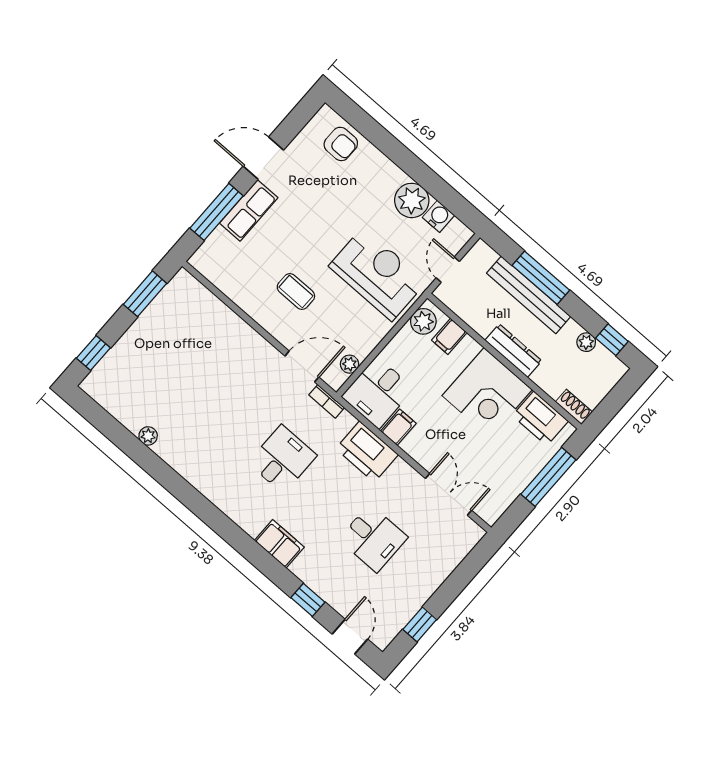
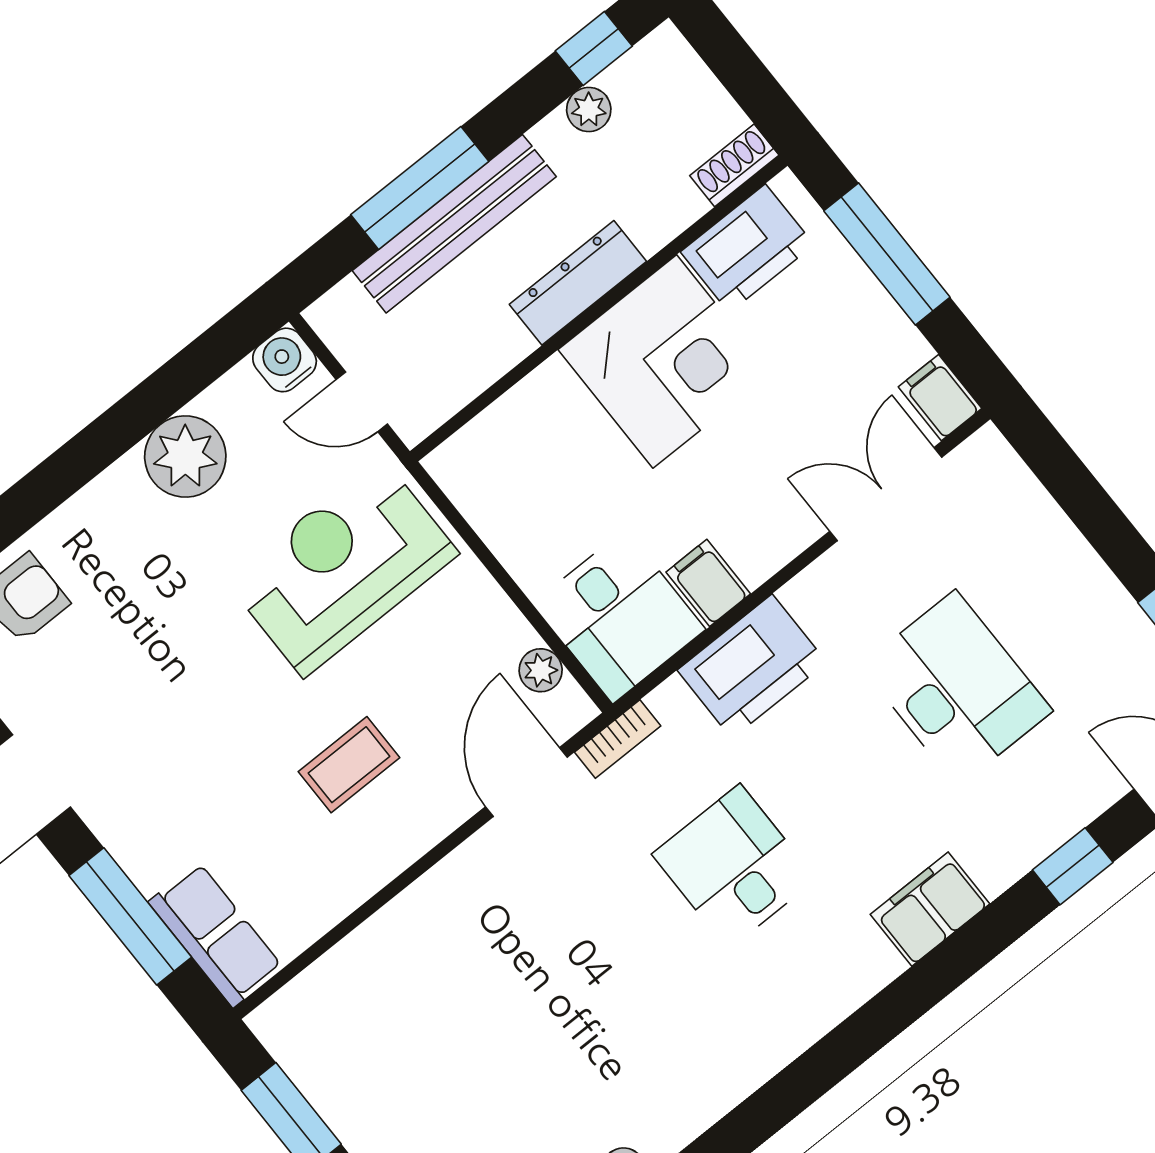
row of seats: (249, 210) -> (216, 935), moved
water cooler: (439, 216) -> (285, 360), moved
plant: (423, 321) -> (472, 480), removed
filing cabinet: (449, 336) -> (940, 398), moved, turned 180
desk: (373, 538) -> (957, 688), width x1.37

